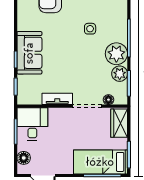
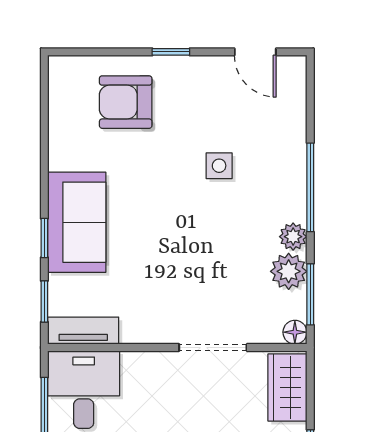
plant: (116, 54) -> (293, 237), width x0.53, depth x0.53
tv unit: (57, 99) -> (83, 331), moved
floor lamp: (108, 100) -> (295, 332), moved

